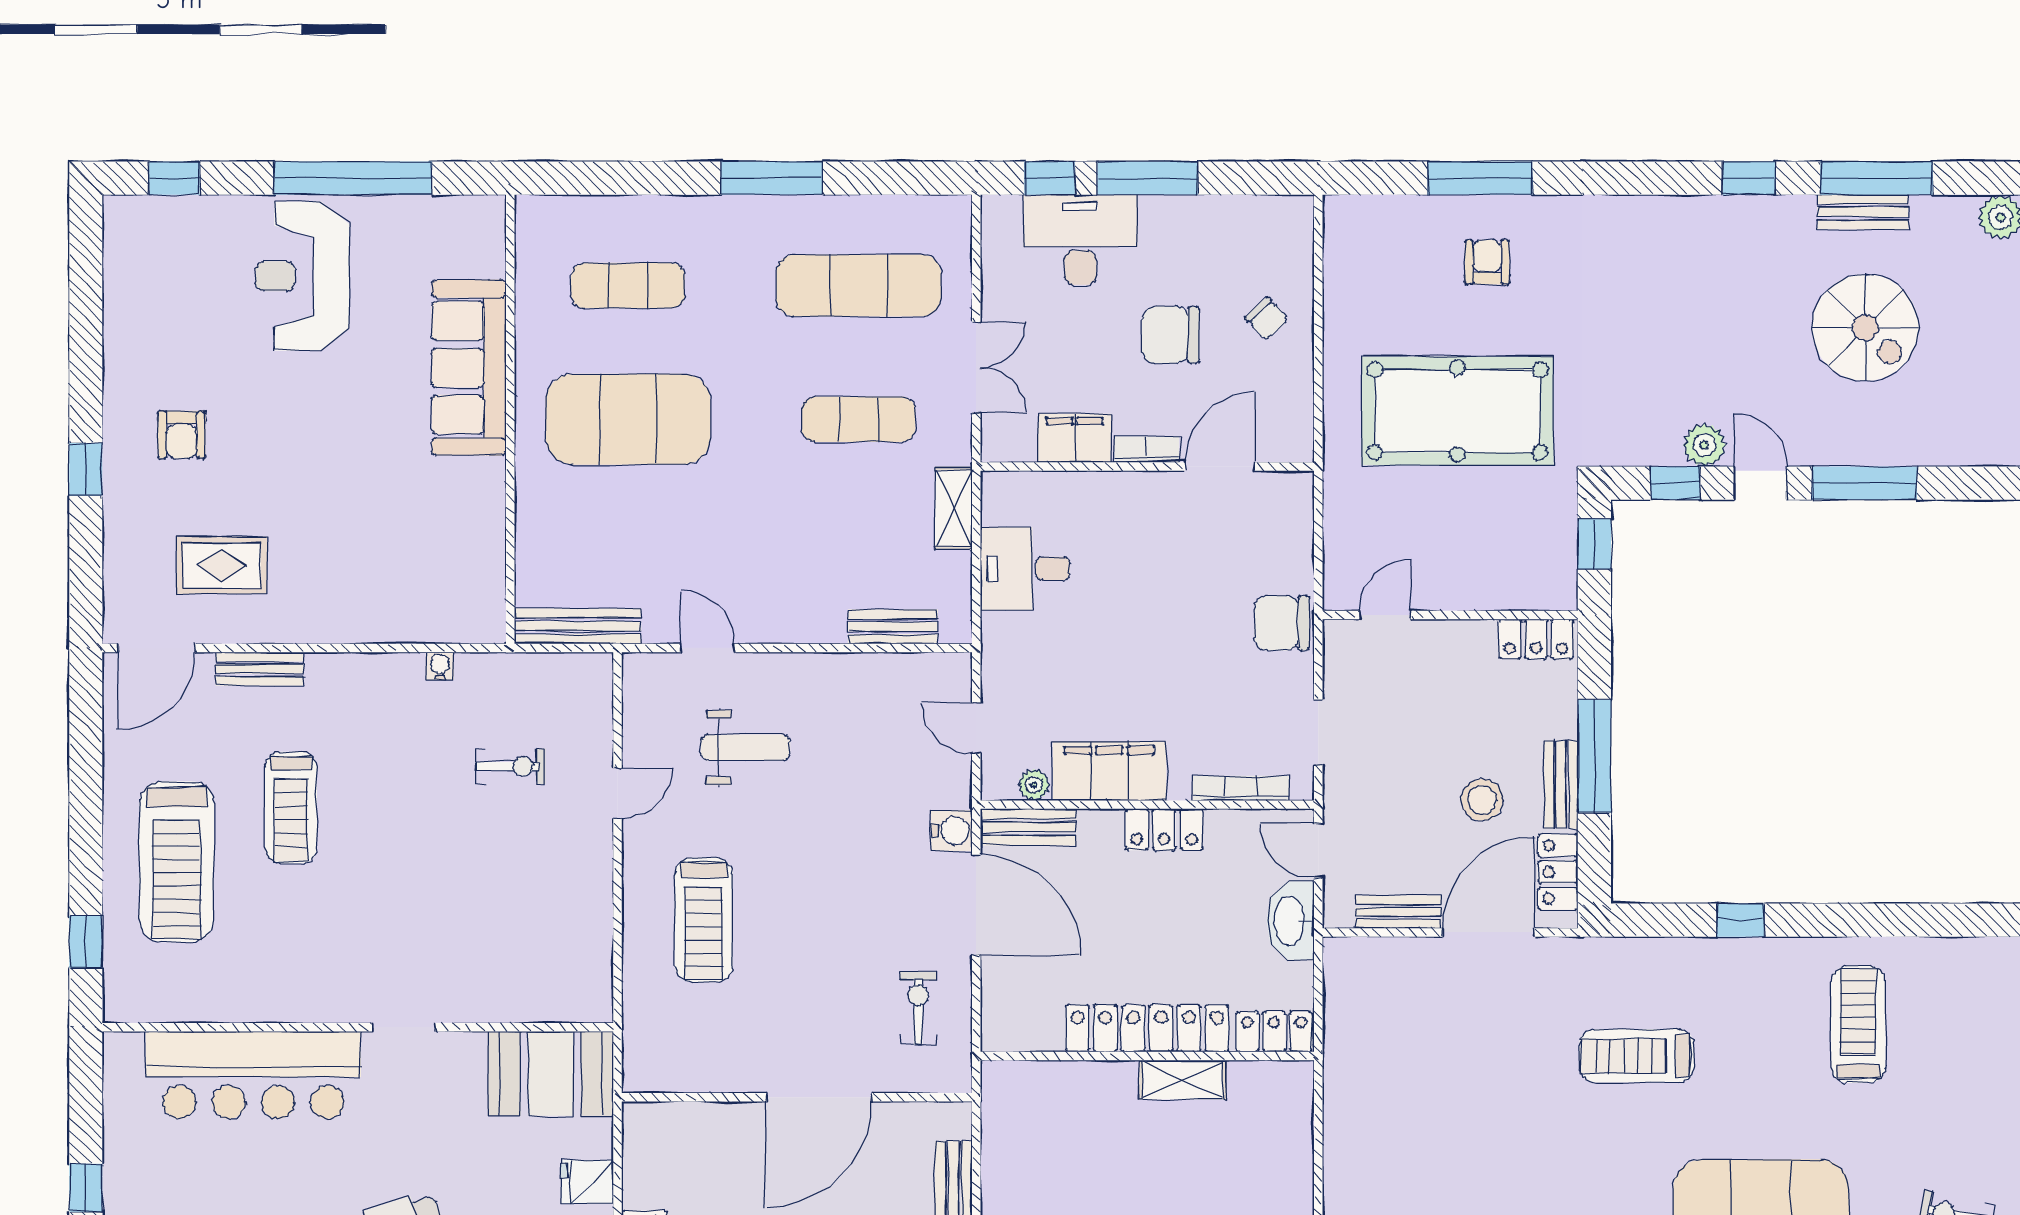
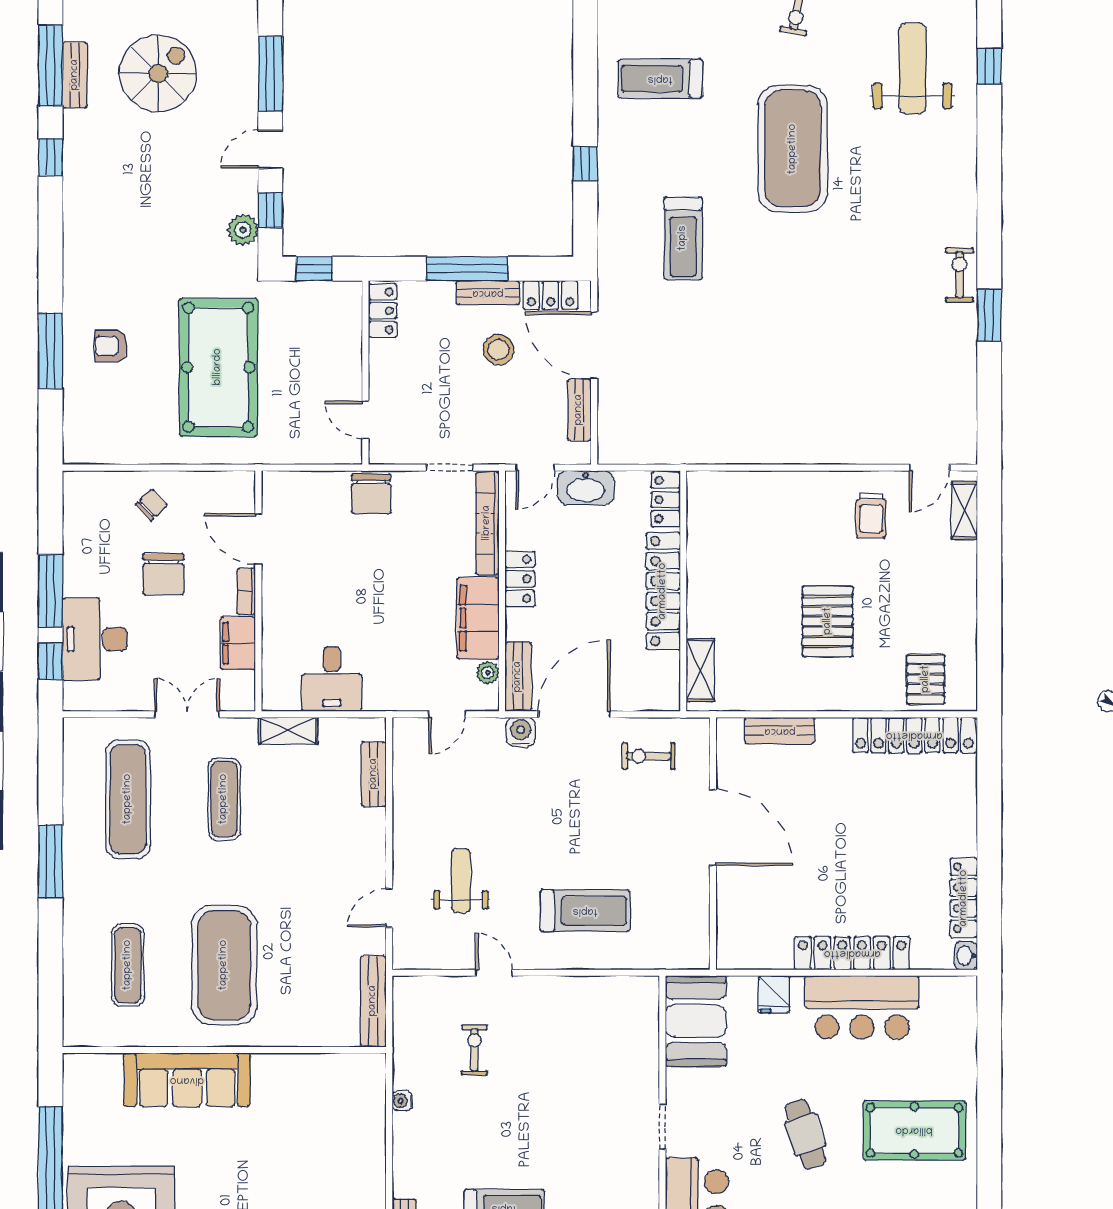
plant: (1704, 445) -> (243, 230), moved
bookcase: (1241, 788) -> (487, 523), width x1.48, depth x1.31
shelving: (1183, 1080) -> (700, 670), moved

